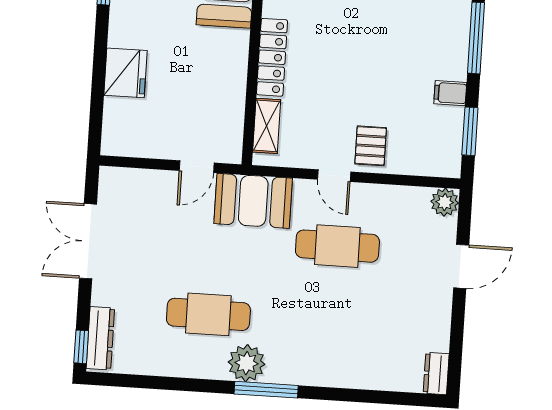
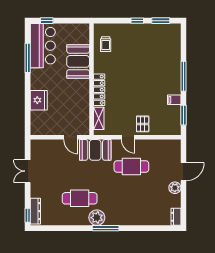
door: (197, 167) -> (71, 137), hinge flipped
plant: (445, 202) -> (175, 188), moved
double door: (88, 241) -> (28, 171), width x0.73

